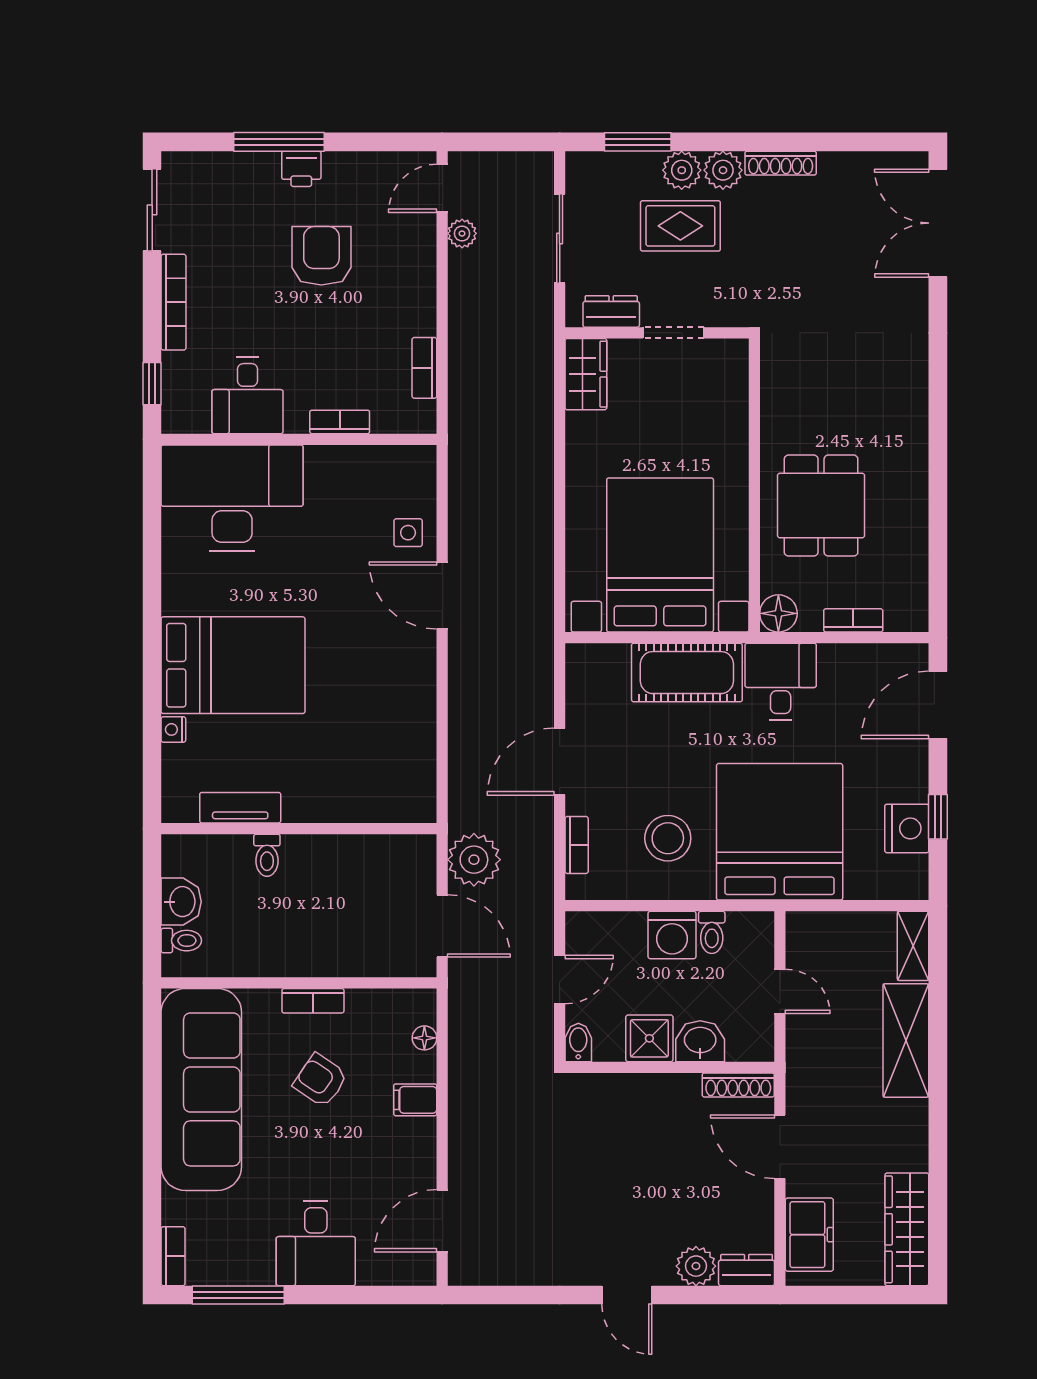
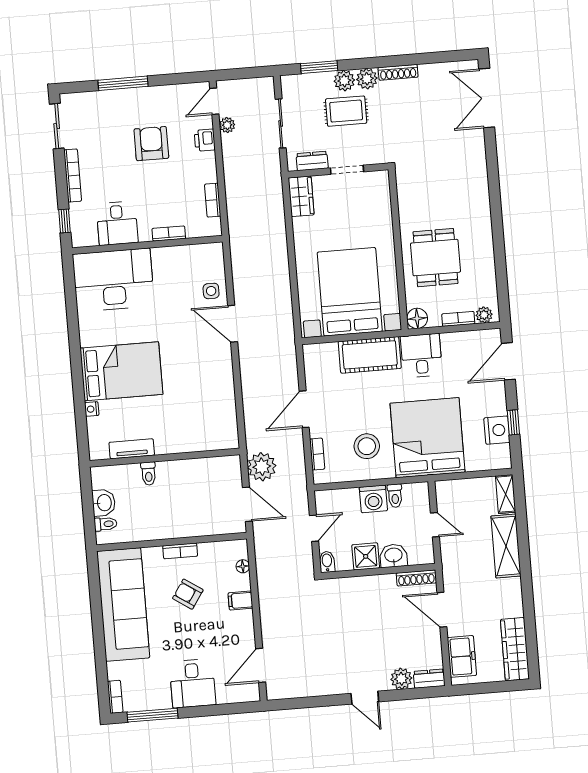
printer: (301, 169) -> (205, 140), moved, turned 90
plant: (901, 617) -> (484, 315), added

